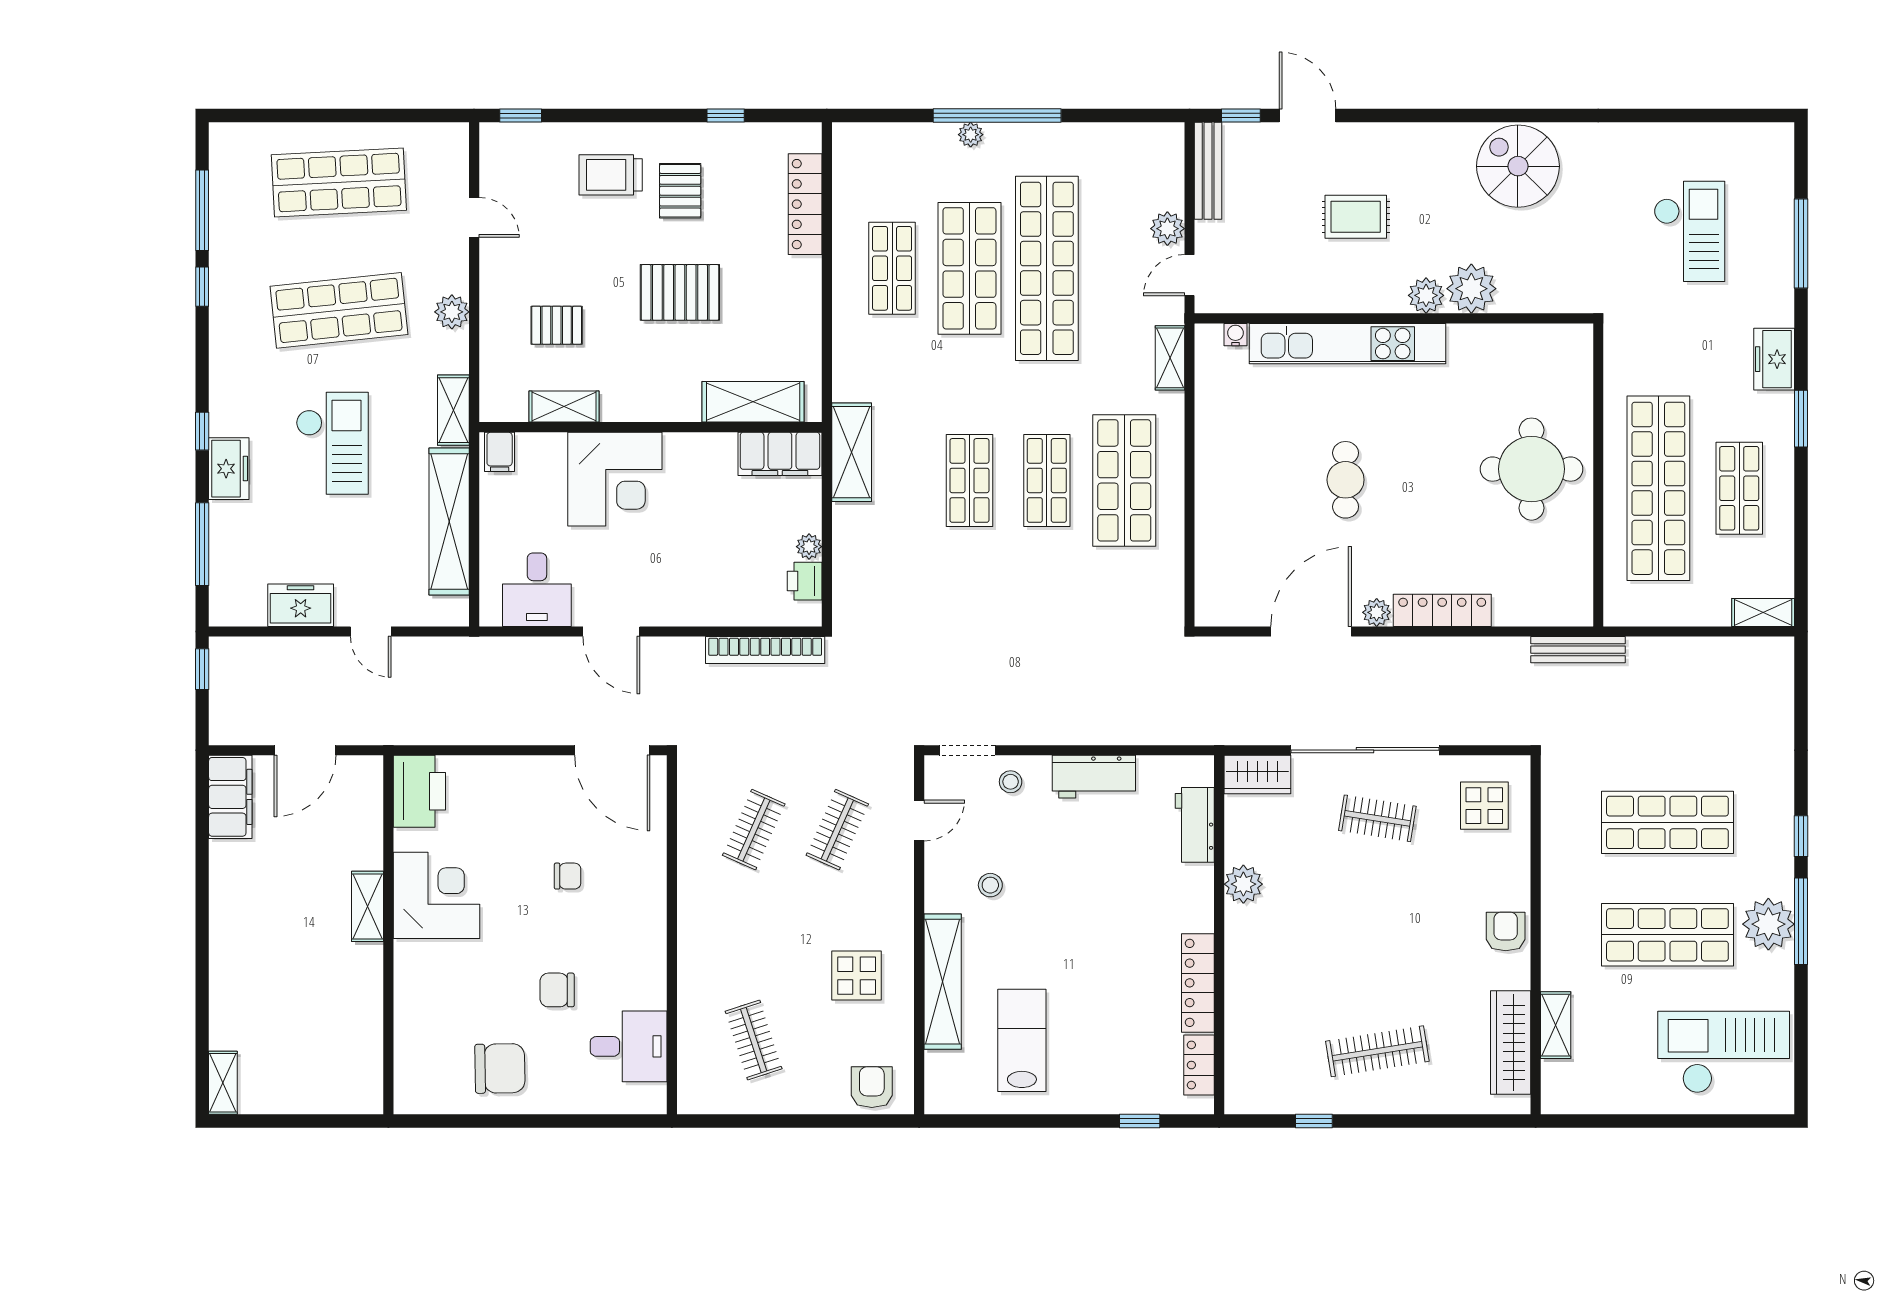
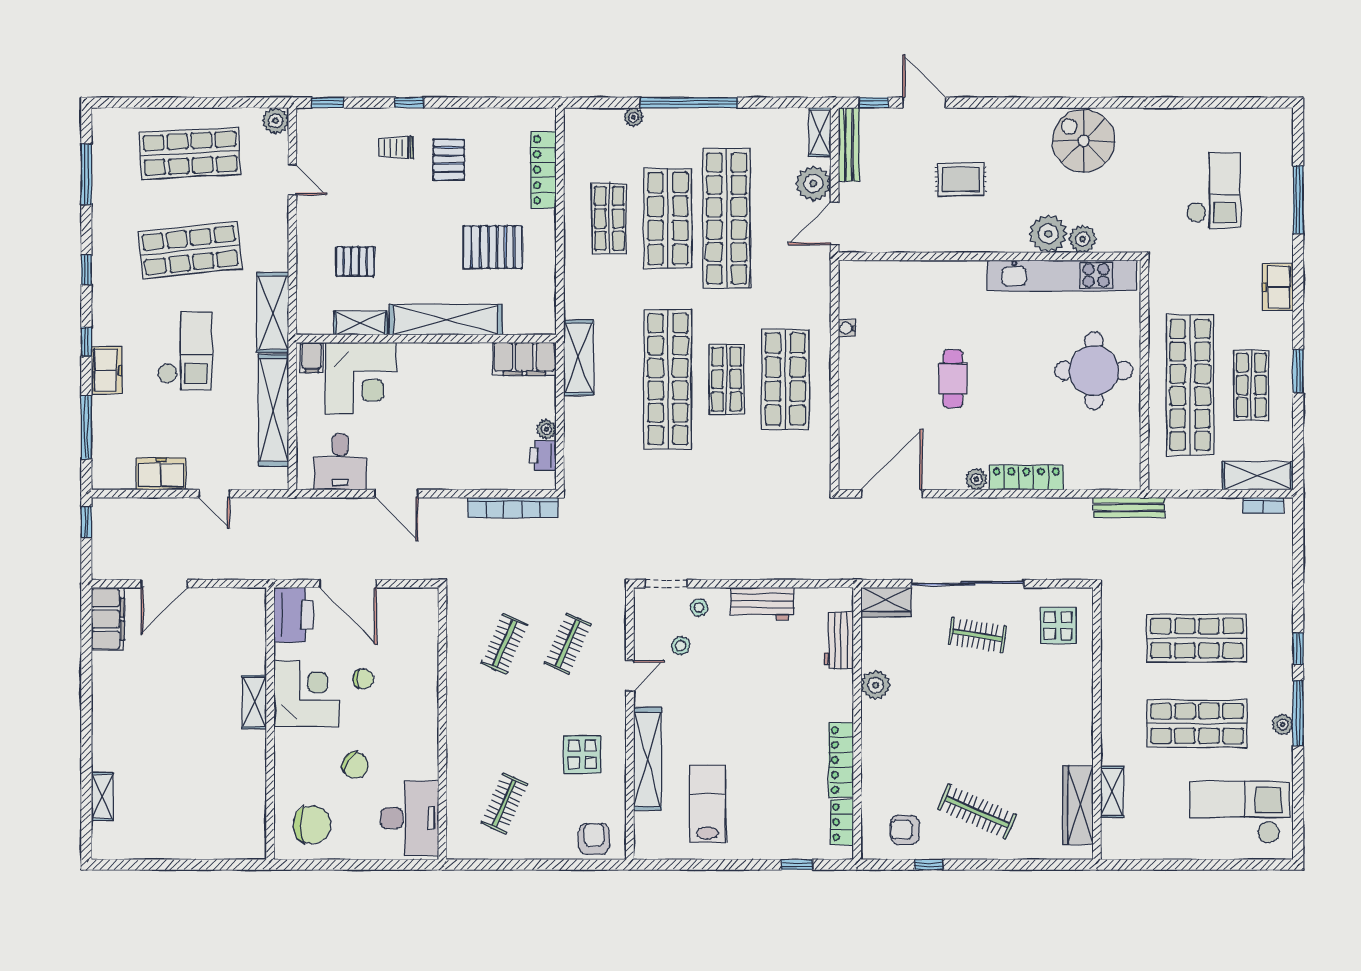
window: (726, 116) -> (409, 103), moved
plant: (971, 135) -> (634, 117), moved
trolley: (611, 175) -> (396, 148), width x0.73, depth x0.72
plant: (1167, 229) -> (813, 184), width x1.36, depth x1.36
door: (1189, 275) -> (835, 224), width x1.38
window: (202, 287) -> (86, 270), moved
pallet: (680, 292) -> (493, 247), moved
plant: (1426, 295) -> (1083, 239), moved
plant: (452, 312) -> (276, 121), moved
water cooler: (1235, 335) -> (847, 328), moved, turned -90
kitchen unit: (1348, 344) -> (1062, 275), moved
shelving: (1170, 358) -> (820, 132), moved
shelving: (753, 402) -> (446, 320), moved, width x1.47
shelving: (453, 410) -> (273, 313), width x1.50, depth x1.33
window: (1801, 419) -> (1298, 371), moved
corner desk: (615, 479) -> (361, 378), moved
shop shelf: (969, 480) -> (668, 379), width x2.00, depth x1.36
shelving: (1763, 613) -> (1258, 476), width x1.50, depth x1.33
door: (1311, 632) -> (892, 494), moved
bookcase: (1755, 647) -> (1263, 505), added
door: (612, 750) -> (348, 584), moved
printer: (419, 791) -> (293, 615), moved
door: (919, 821) -> (630, 676), moved
stool: (990, 885) -> (681, 646), moved
corner desk: (436, 895) -> (306, 694), moved
shelving: (368, 906) -> (254, 702), moved
plant: (1768, 924) -> (1283, 725), width x0.53, depth x0.53
armchair: (1506, 932) -> (905, 830), moved, turned -90
wall: (388, 935) -> (270, 723), moved
chair: (557, 990) -> (355, 765), turned -148
clothes rail: (754, 1040) -> (504, 803), turned 42
desk: (629, 1046) -> (410, 818), width x1.37
clothes rail: (1377, 1051) -> (977, 812), turned 33
shelving: (223, 1083) -> (102, 797), moved

